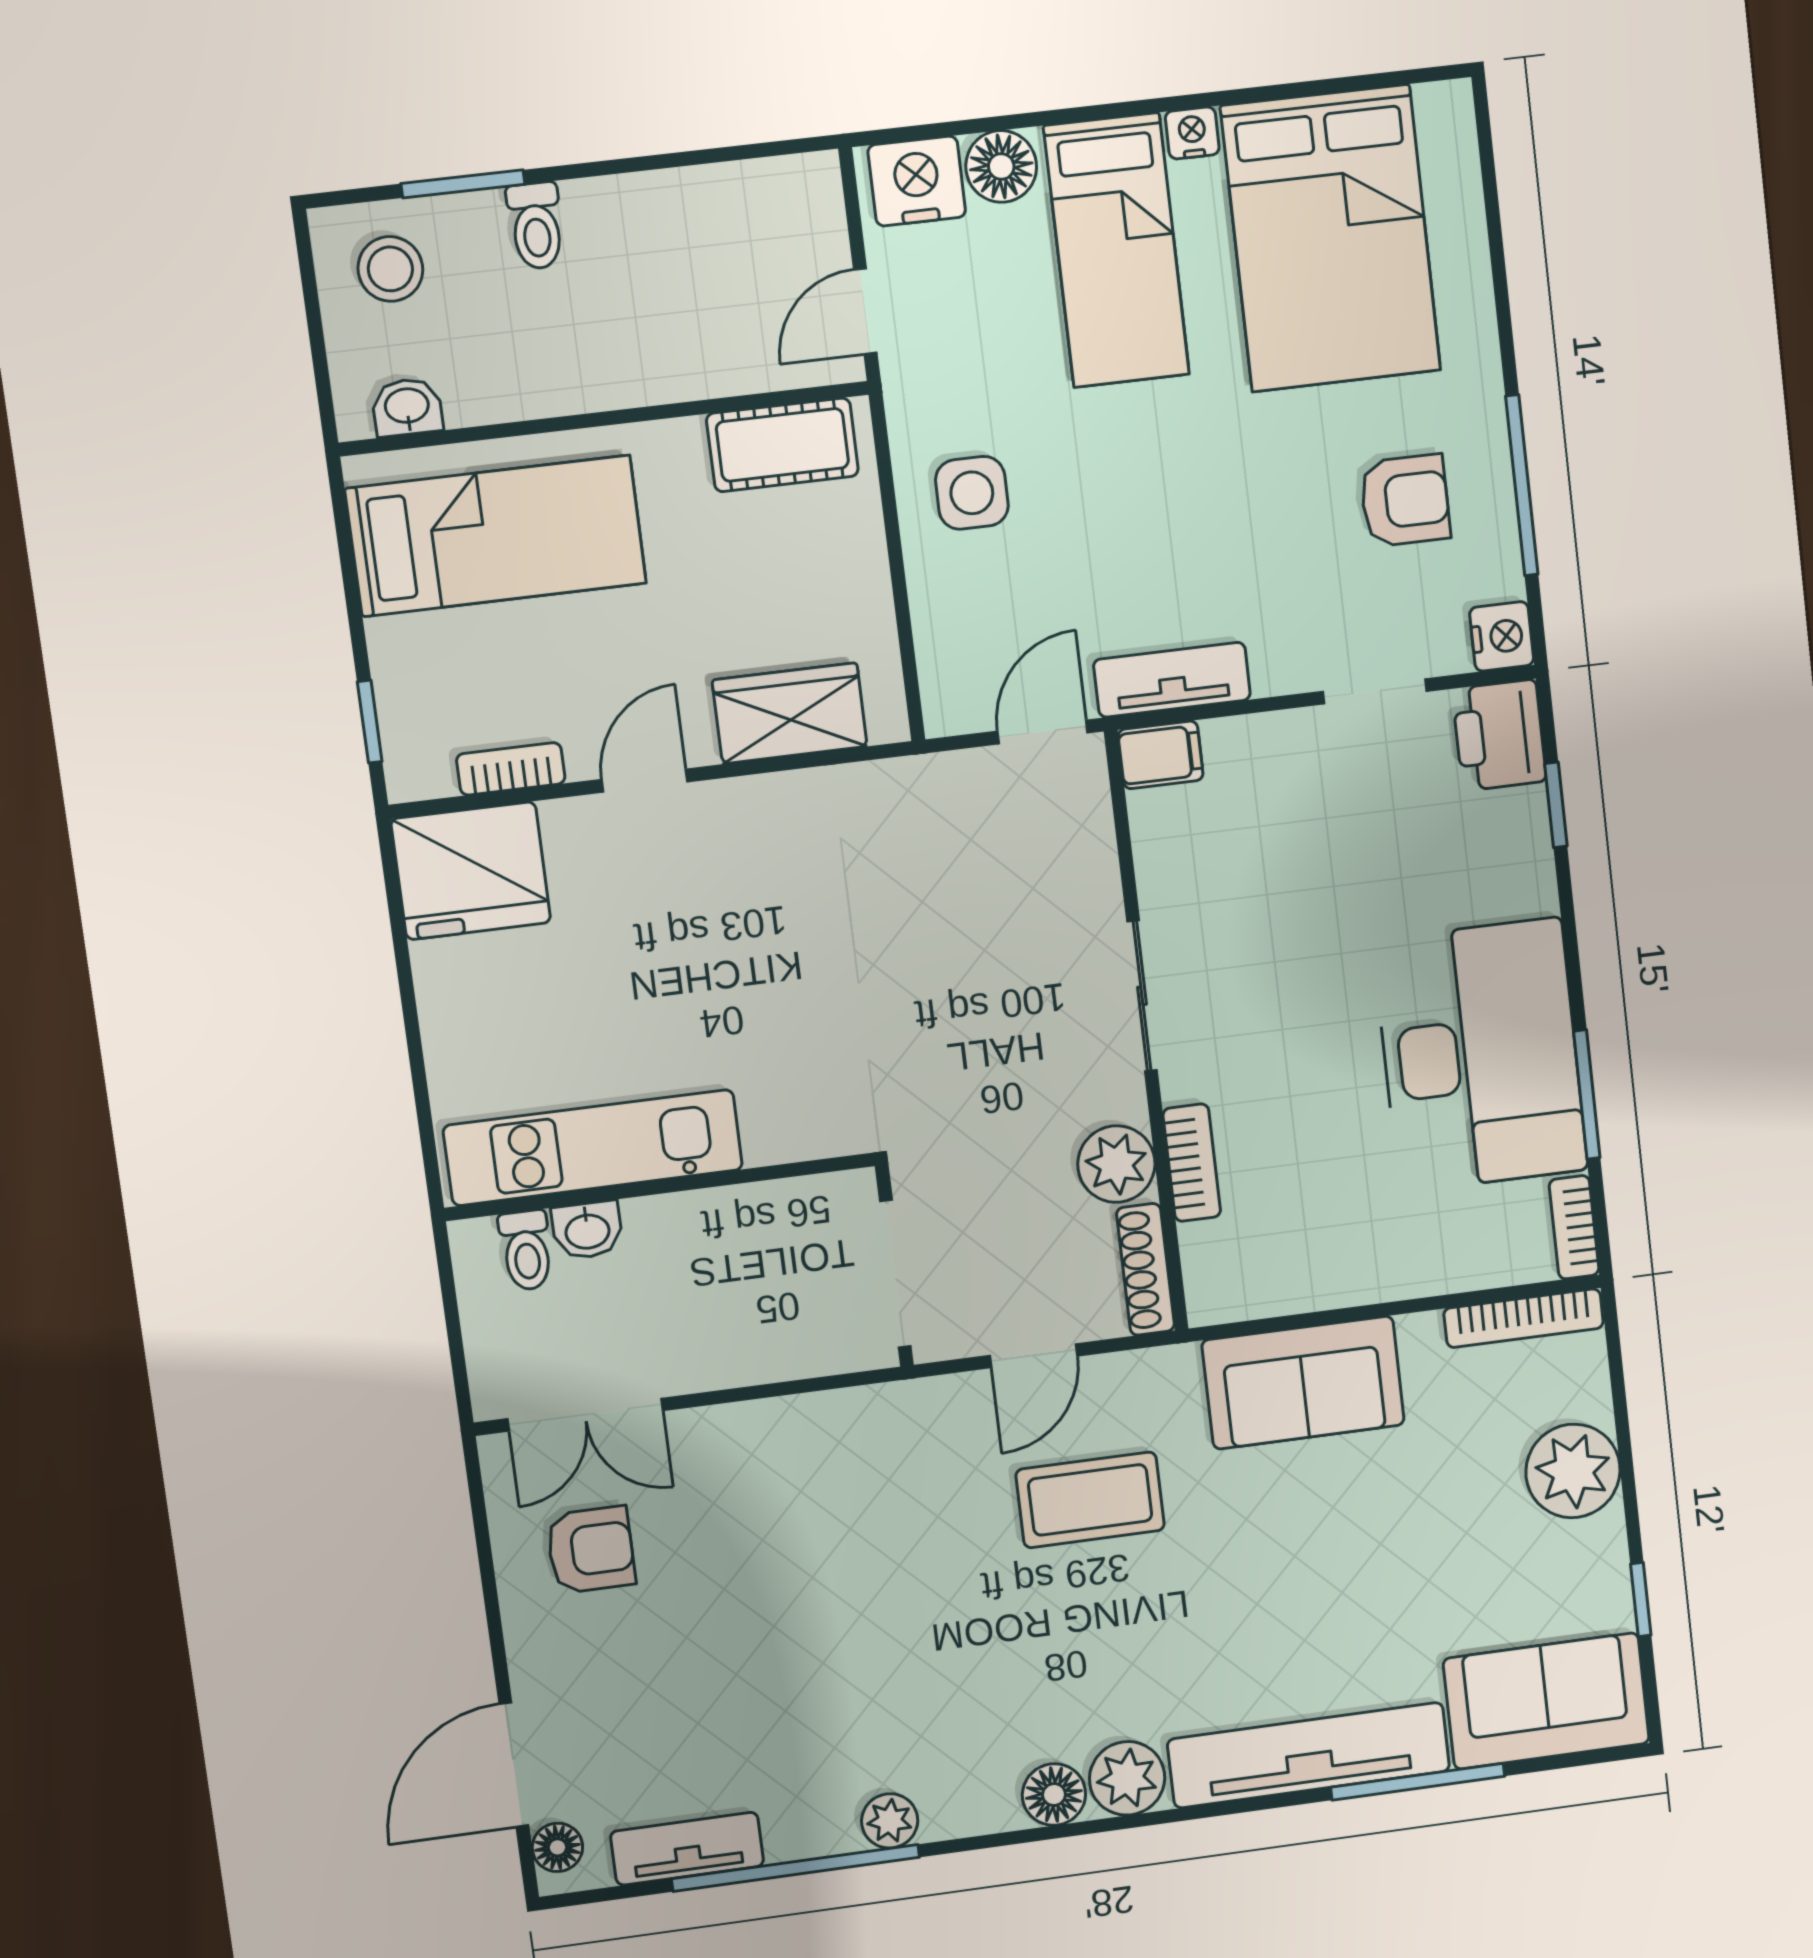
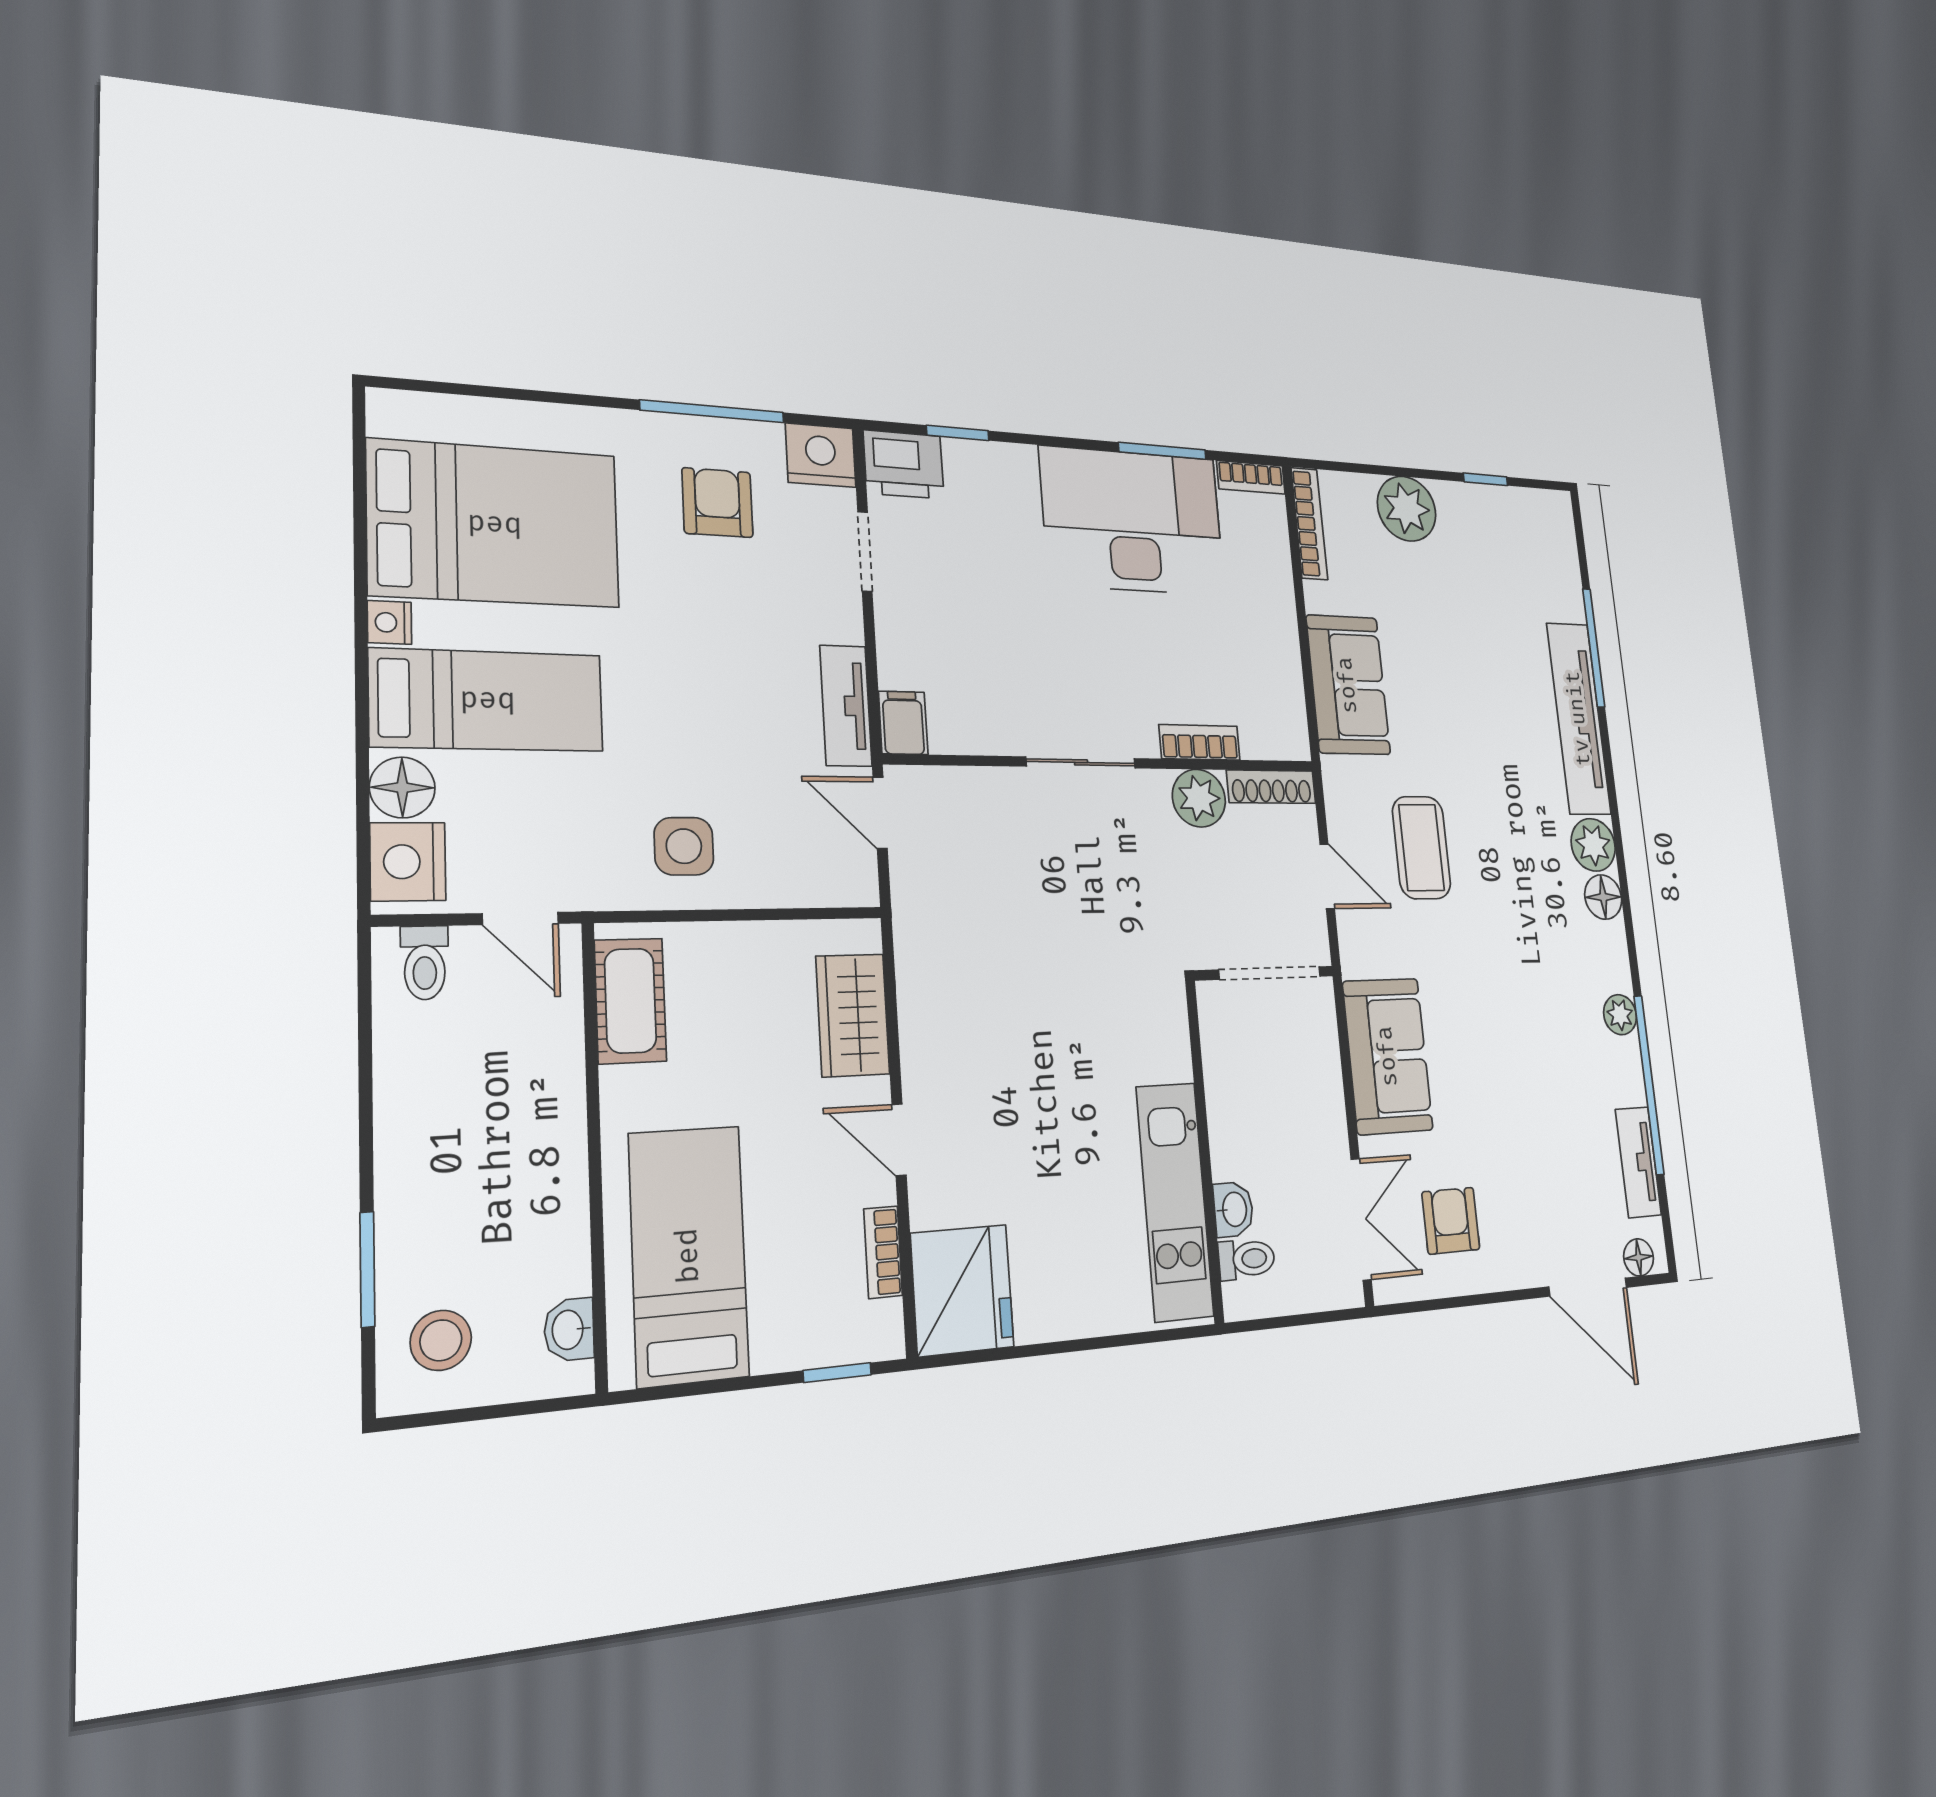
toilet: (536, 226) -> (425, 963), moved, turned 90
nightstand: (1502, 636) -> (821, 455), width x1.36, depth x1.33
sofa: (1546, 1701) -> (1388, 1056), moved, turned 180

